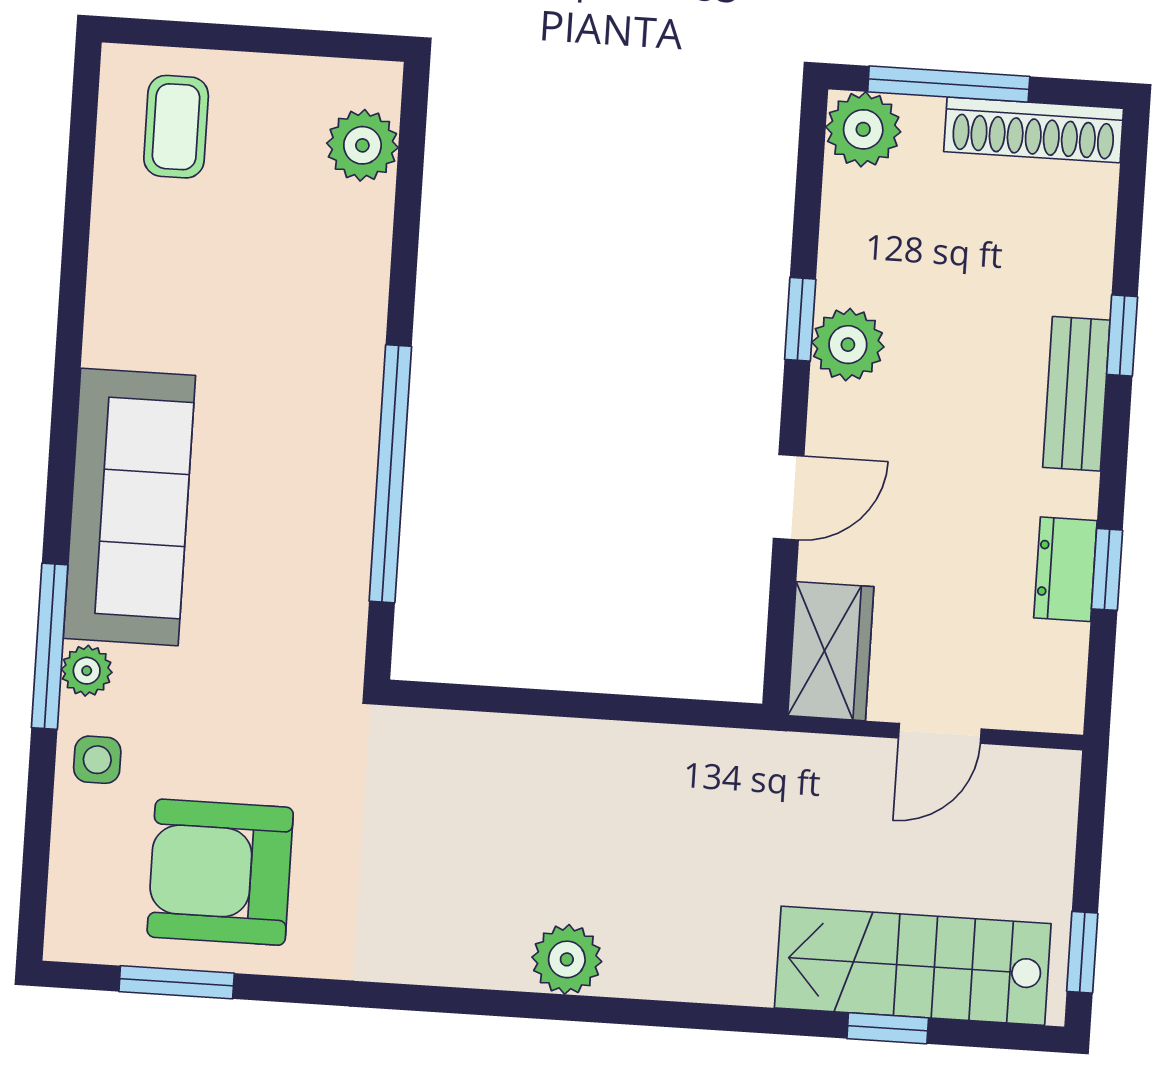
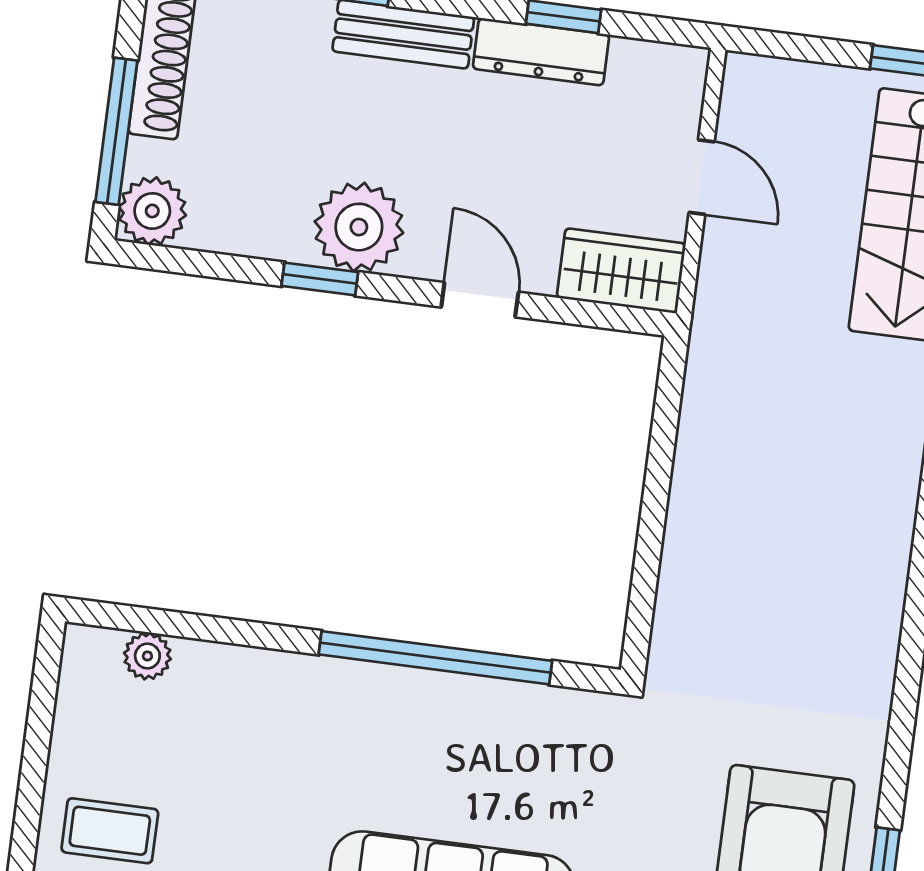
plant: (362, 145) -> (147, 656), width x0.73, depth x0.73
plant: (848, 345) -> (359, 227), width x1.36, depth x1.36
dresser: (1065, 569) -> (541, 52), width x1.44
plant: (567, 959) -> (884, 527), removed

